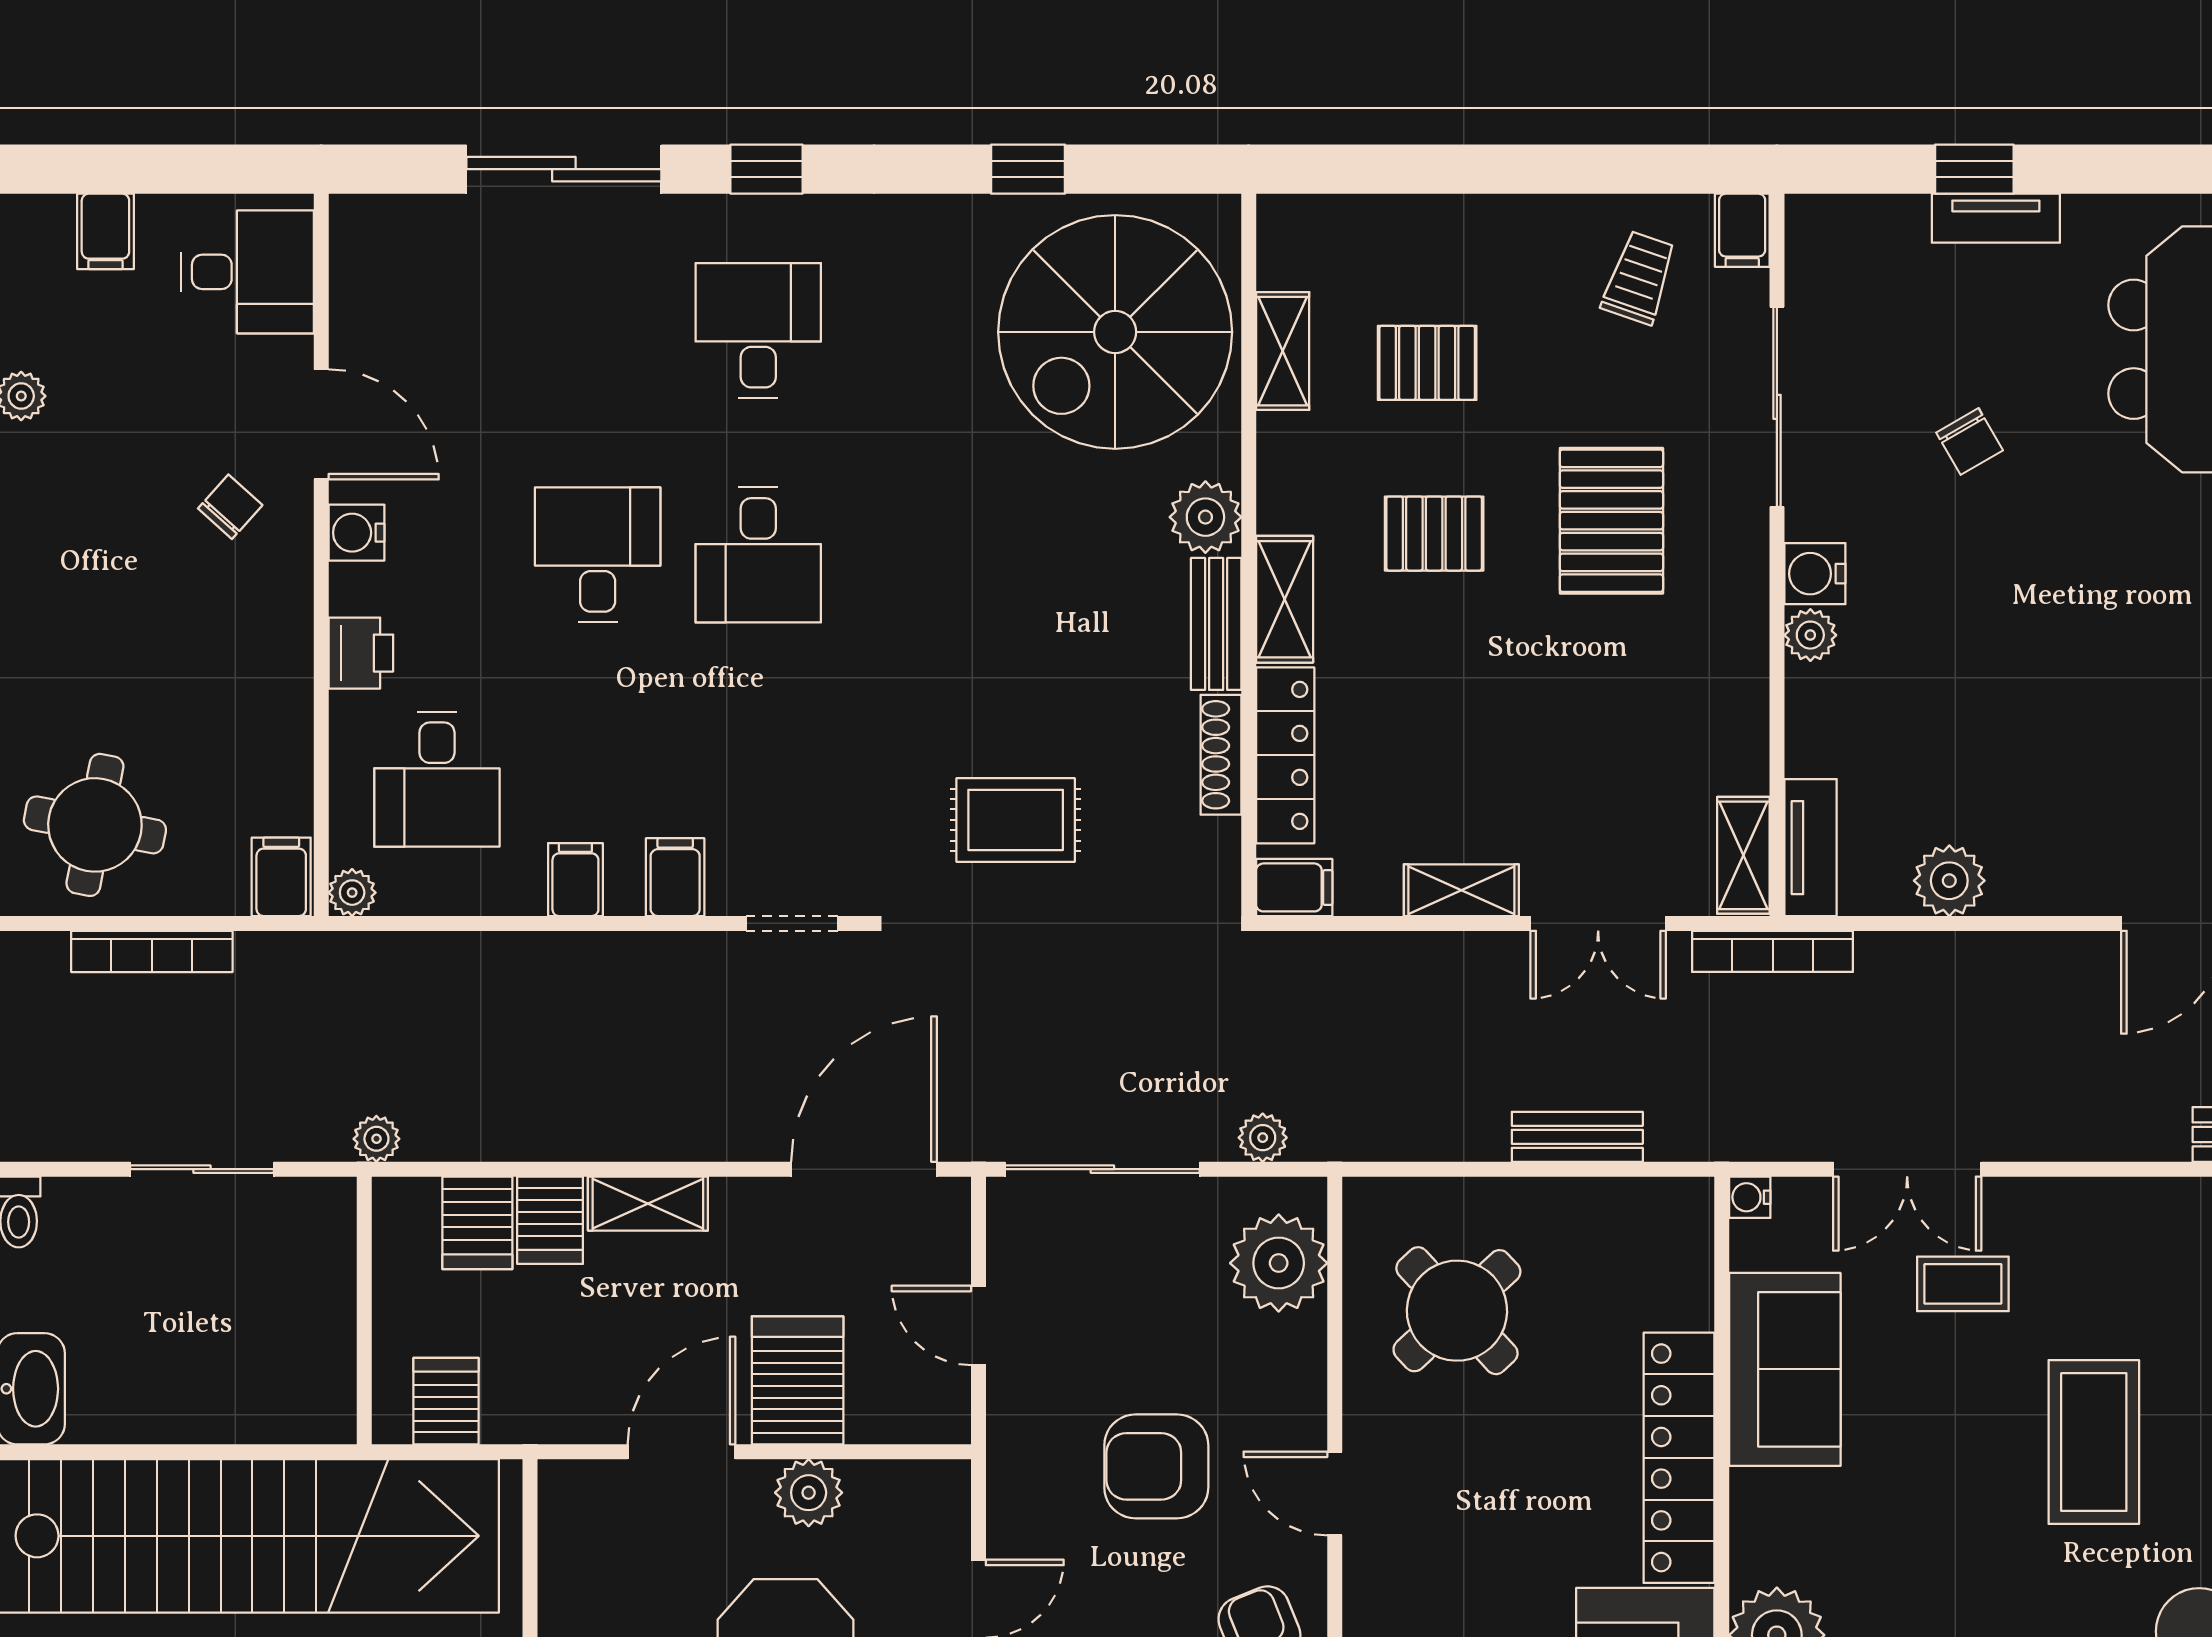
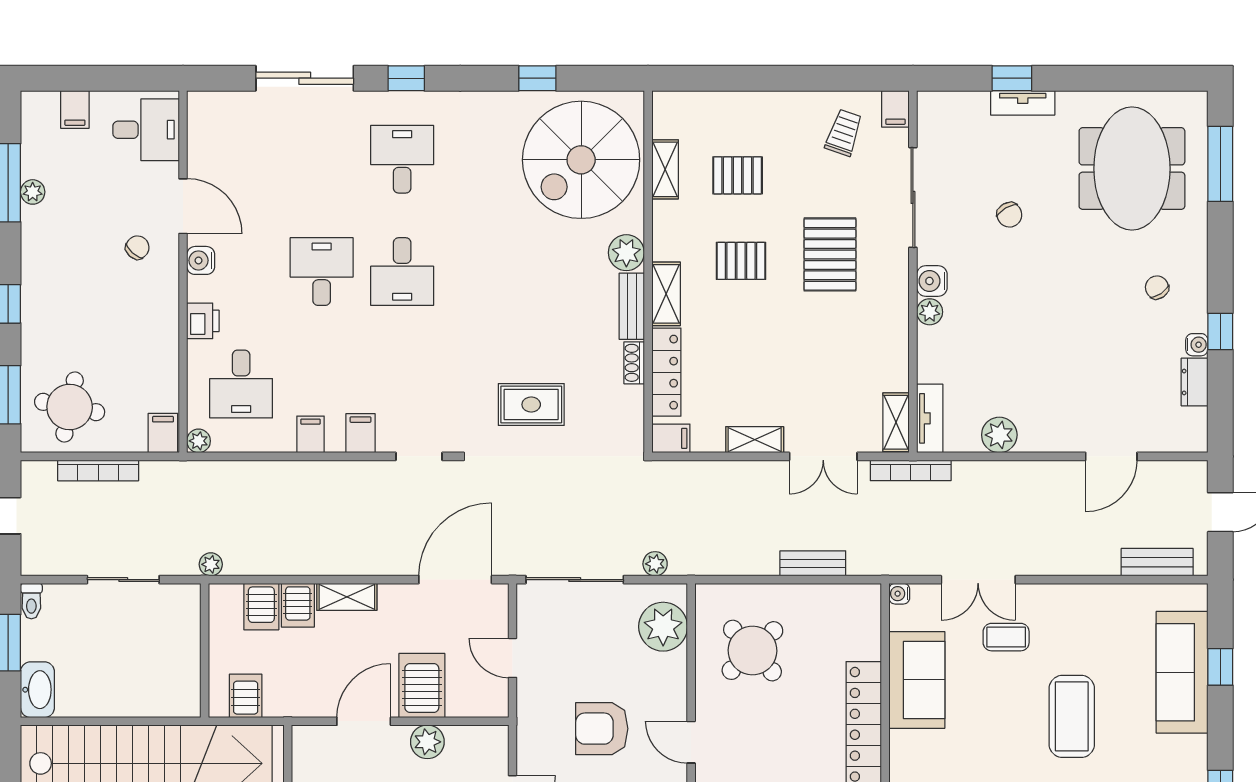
shoe rack: (1221, 755) -> (634, 363), width x0.70

